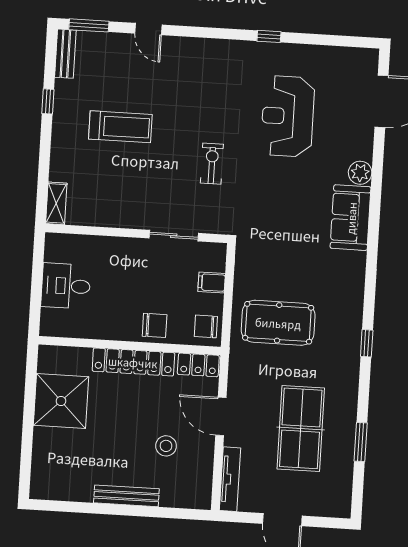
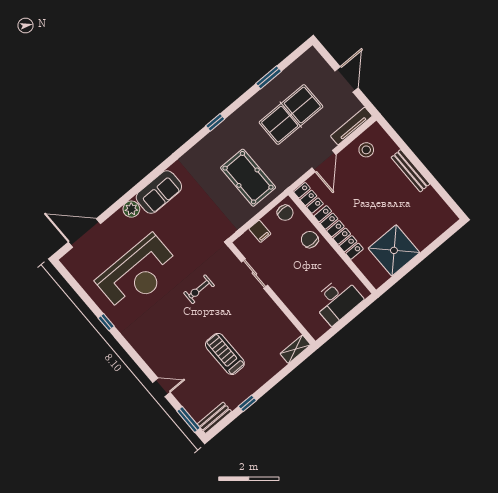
door: (148, 29) -> (161, 387), hinge flipped
reception desk: (288, 116) -> (138, 274), width x1.36, depth x1.30
desk: (66, 286) -> (337, 300), width x1.37
stool: (166, 446) -> (366, 150), moved

